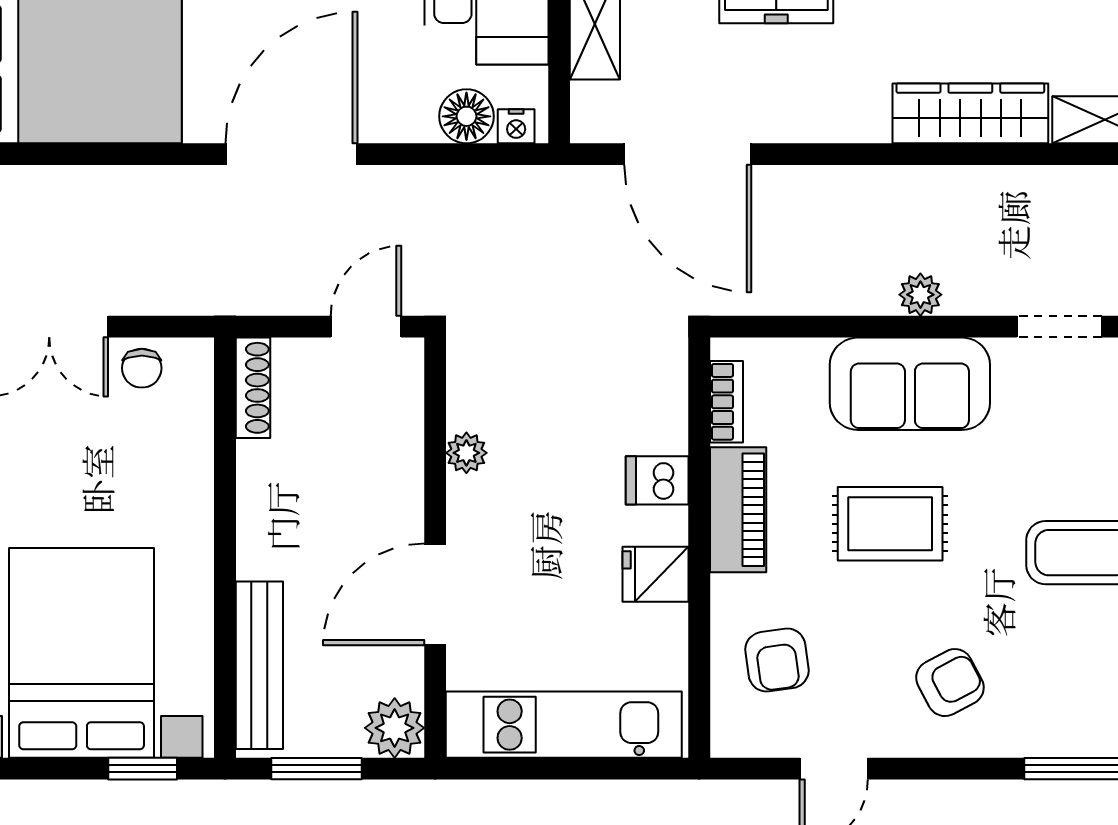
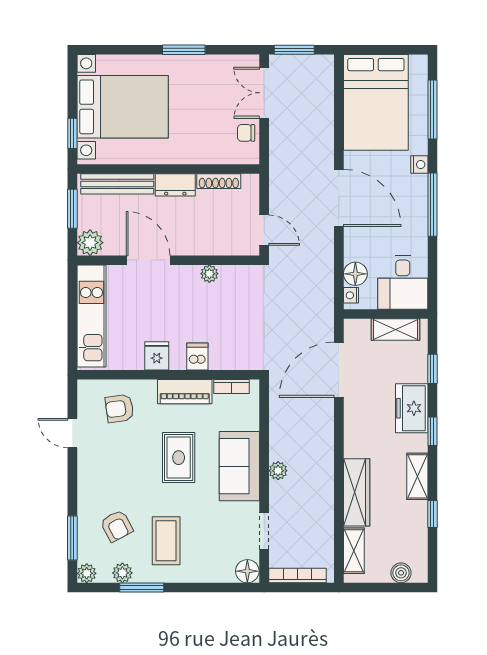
shoe rack: (253, 388) -> (219, 181), moved
dresser: (262, 531) -> (175, 185), added
armchair: (950, 683) -> (117, 526), moved

